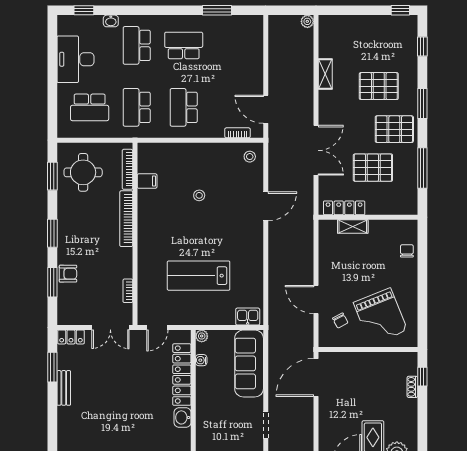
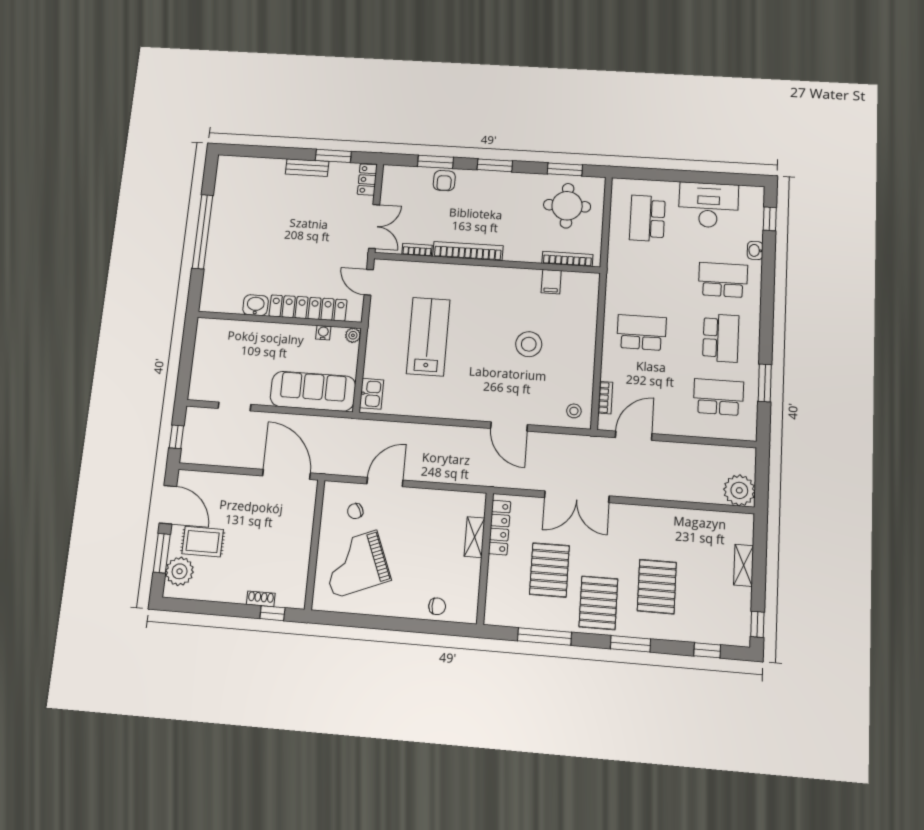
plant: (307, 21) -> (739, 490), width x1.87, depth x1.87
shelving: (325, 74) -> (744, 565), moved, turned 90
school desk: (137, 107) -> (718, 397), moved
stool: (199, 195) -> (529, 344), width x1.89, depth x1.89
bookcase: (126, 219) -> (468, 251), moved
double door: (110, 328) -> (374, 226), swing flipped

